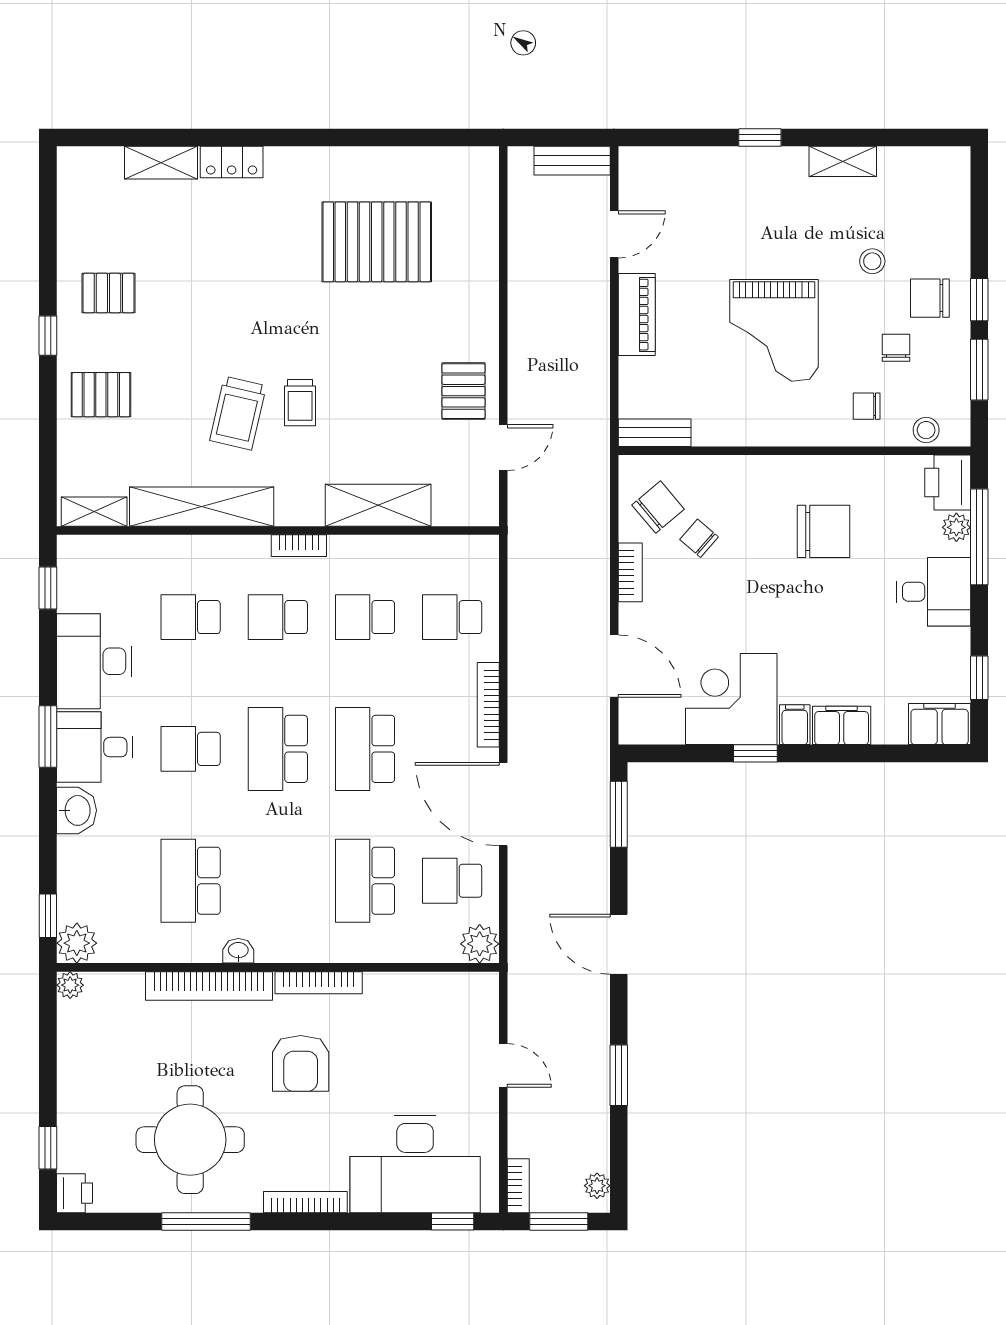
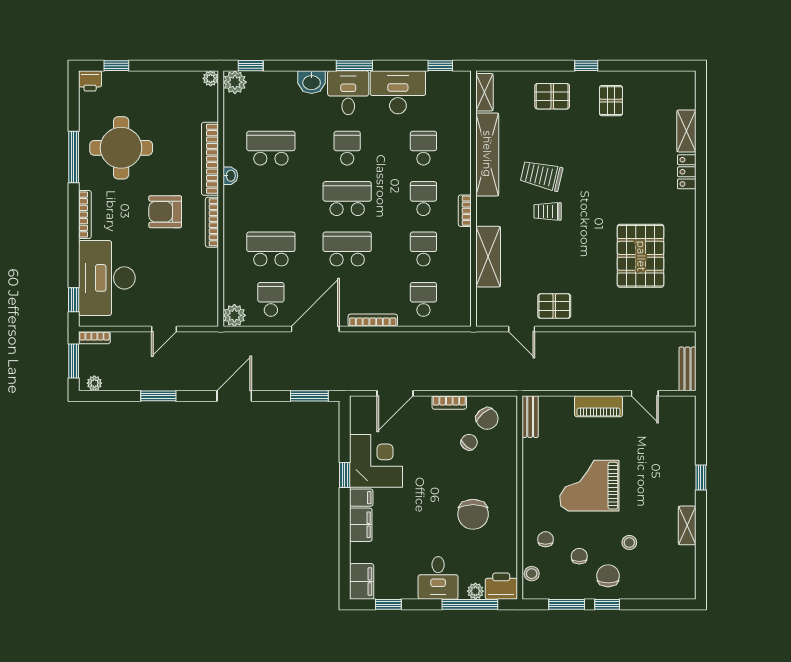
chair: (896, 348) -> (579, 556), turned -90
pallet: (101, 395) -> (552, 96), turned 90

